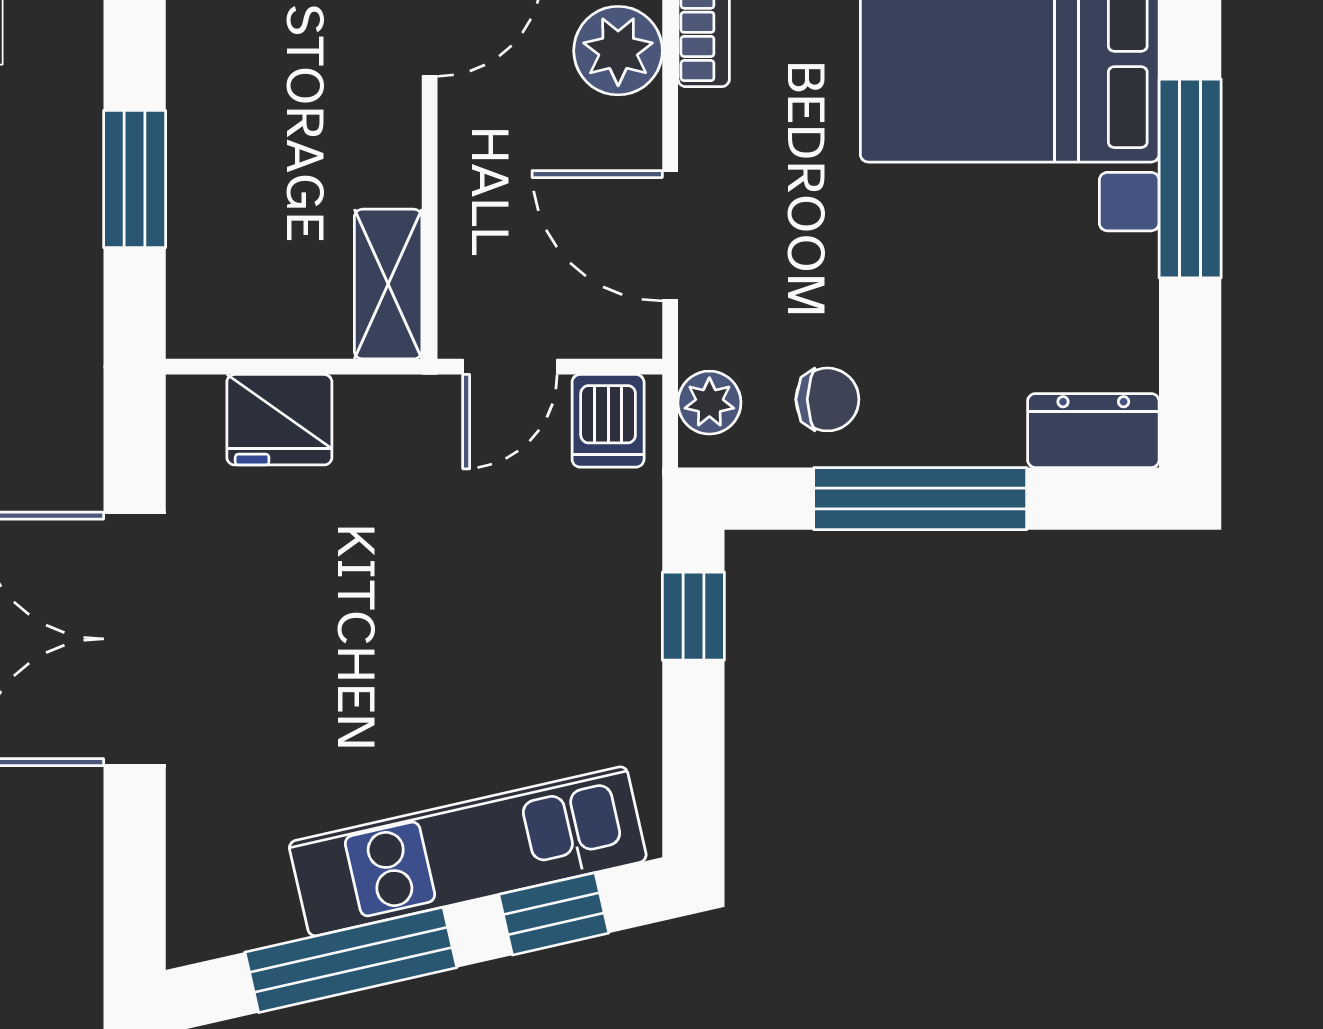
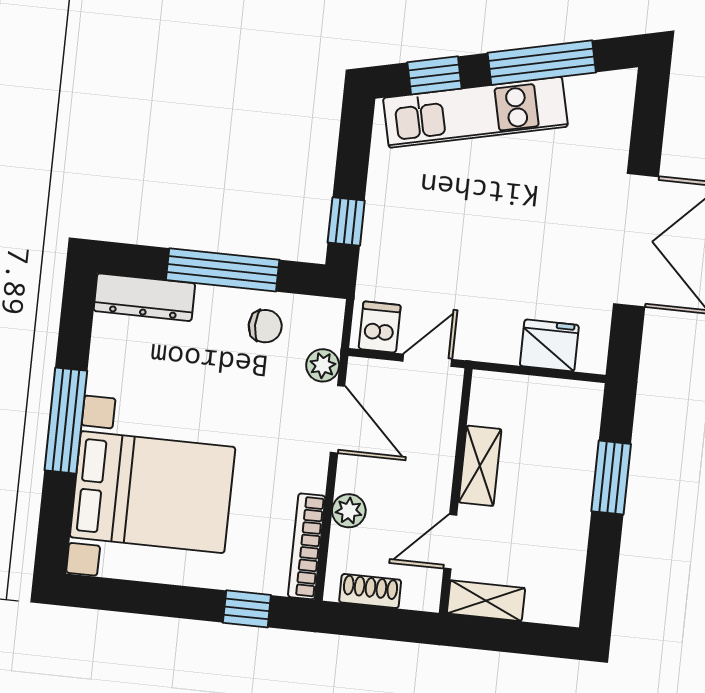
plant: (618, 51) -> (349, 511), width x0.73, depth x0.73
shelving: (388, 284) -> (480, 466), moved
chair: (827, 399) -> (265, 326), turned 180
plant: (709, 403) -> (323, 365), moved
dresser: (1093, 431) -> (144, 297), width x1.44

